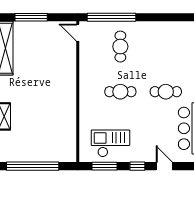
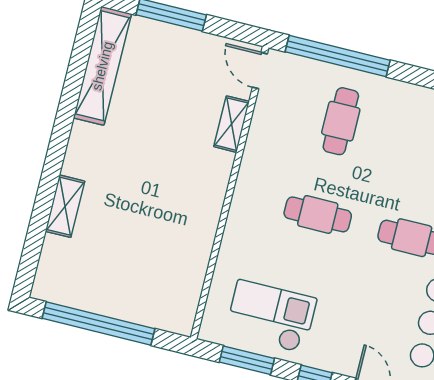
shelving: (71, 60) -> (232, 124), added

